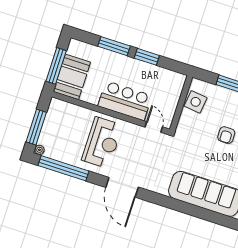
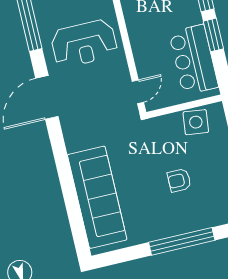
bar counter: (125, 101) -> (194, 60), moved, turned 180

